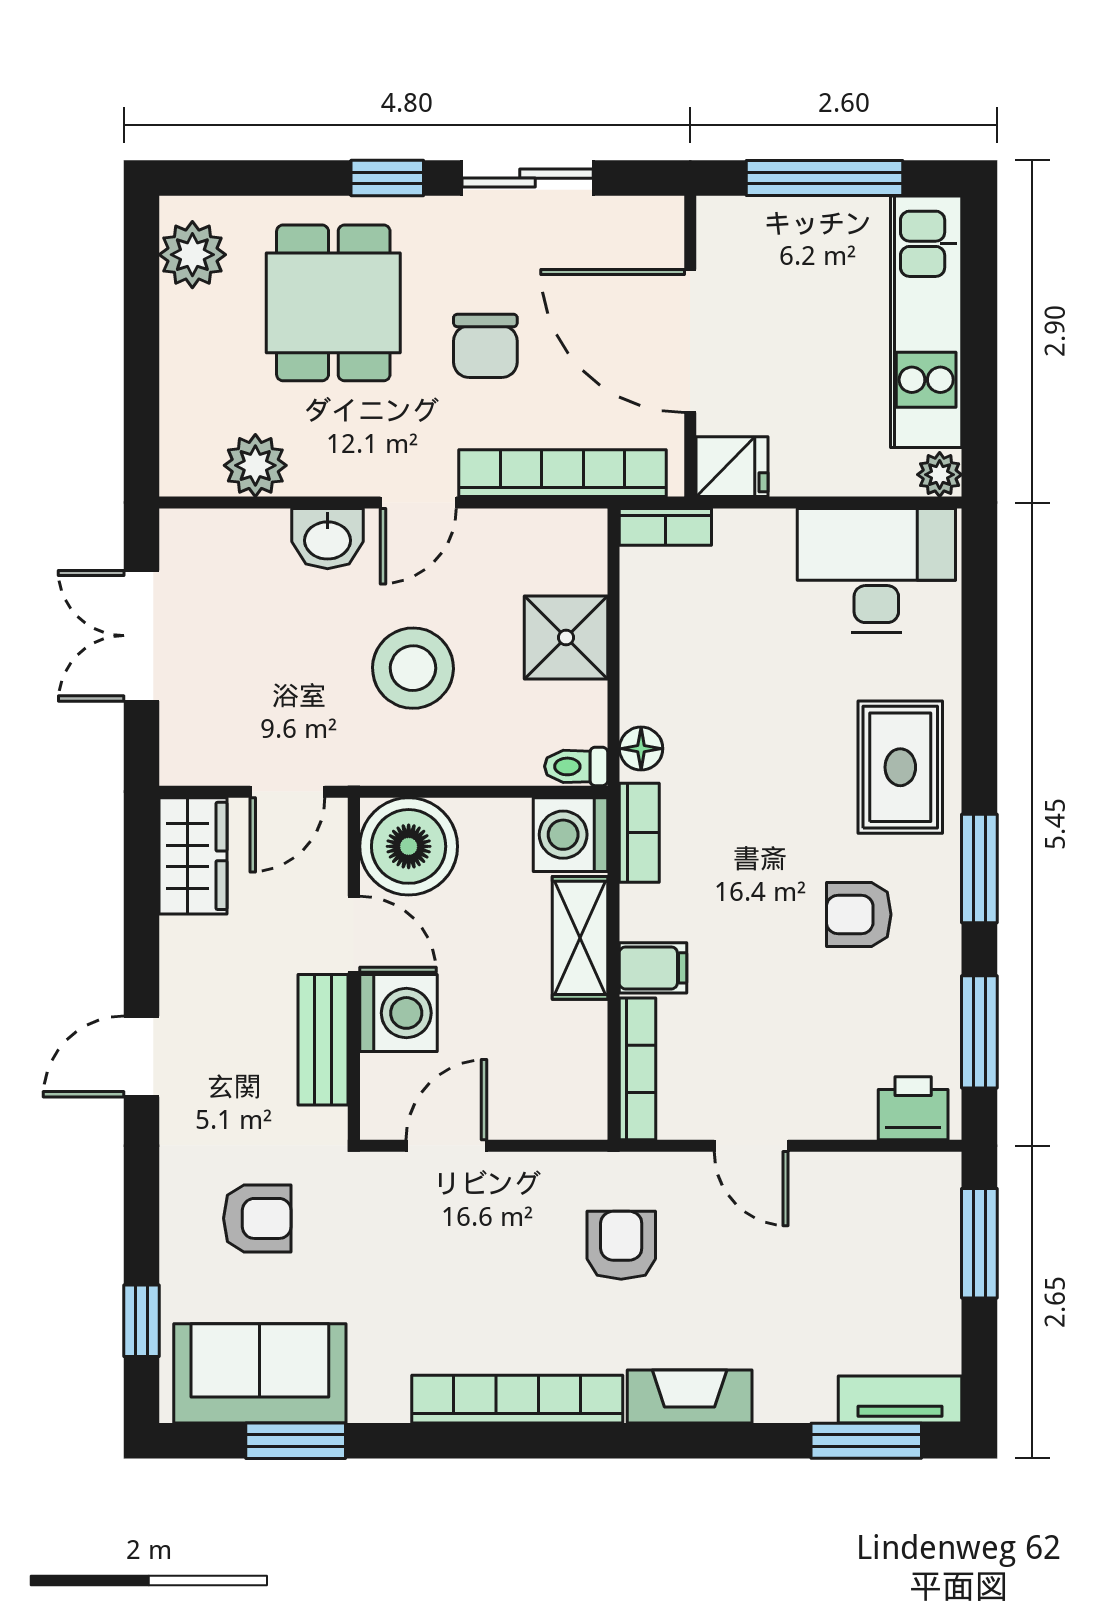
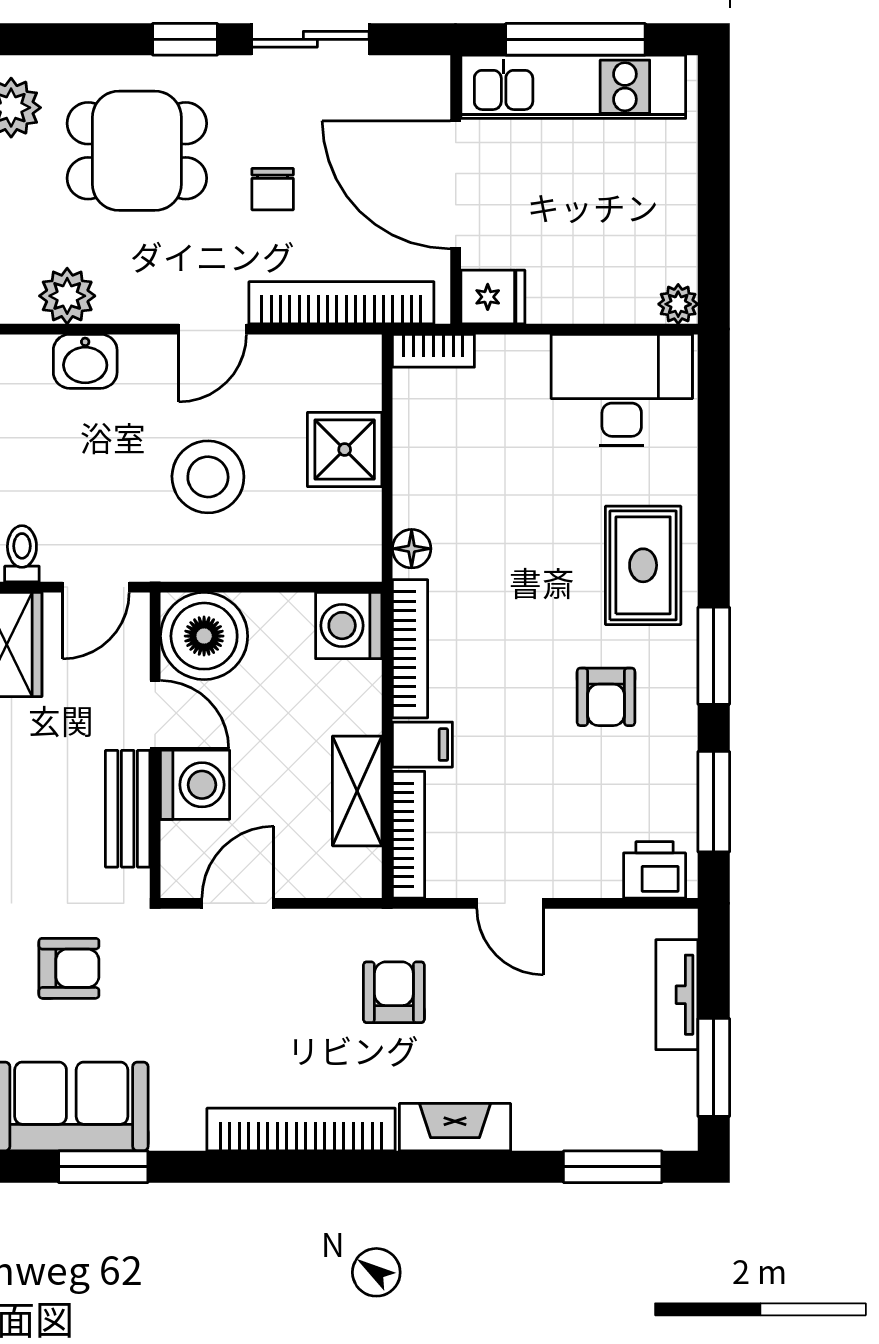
dining table: (333, 303) -> (137, 151), turned 90
kitchen unit: (926, 322) -> (573, 87), moved, turned -90
chair: (485, 346) -> (273, 189), width x0.73, depth x0.73
washbasin: (328, 539) -> (85, 361), moved
toilet: (576, 766) -> (22, 554), moved, turned 90
bookcase: (639, 833) -> (410, 649), width x1.56
armchair: (859, 914) -> (606, 697), turned -90
shelving: (580, 938) -> (357, 791), moved
window: (979, 1243) -> (714, 1067), moved
tv unit: (900, 1400) -> (677, 995), moved, turned -90

